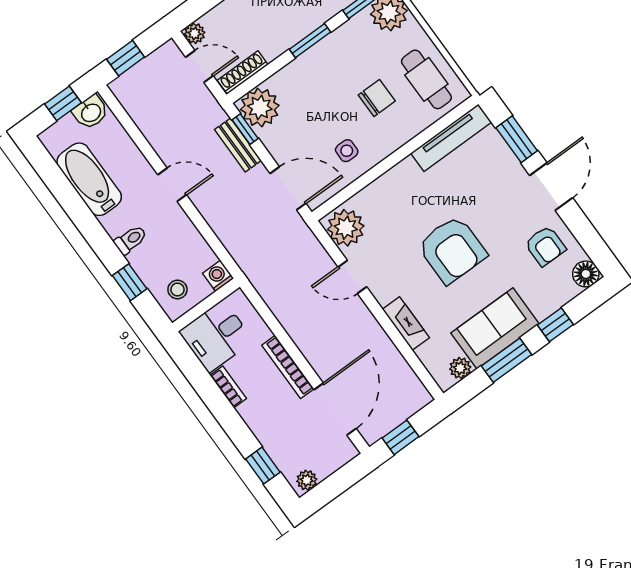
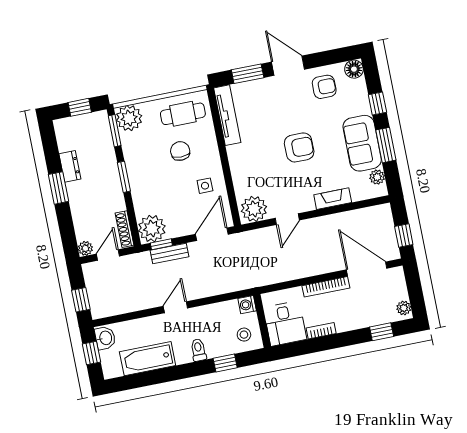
armchair: (452, 250) -> (299, 147), width x0.73, depth x0.73

